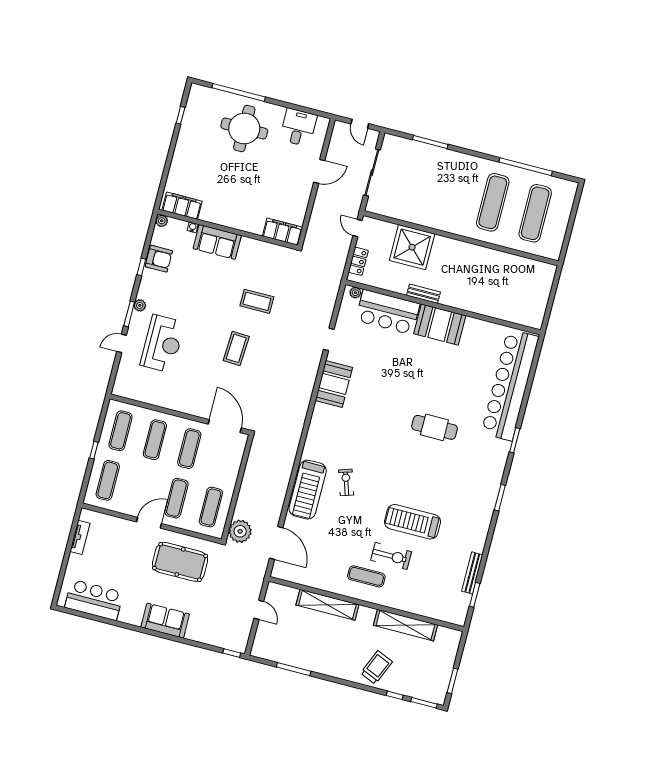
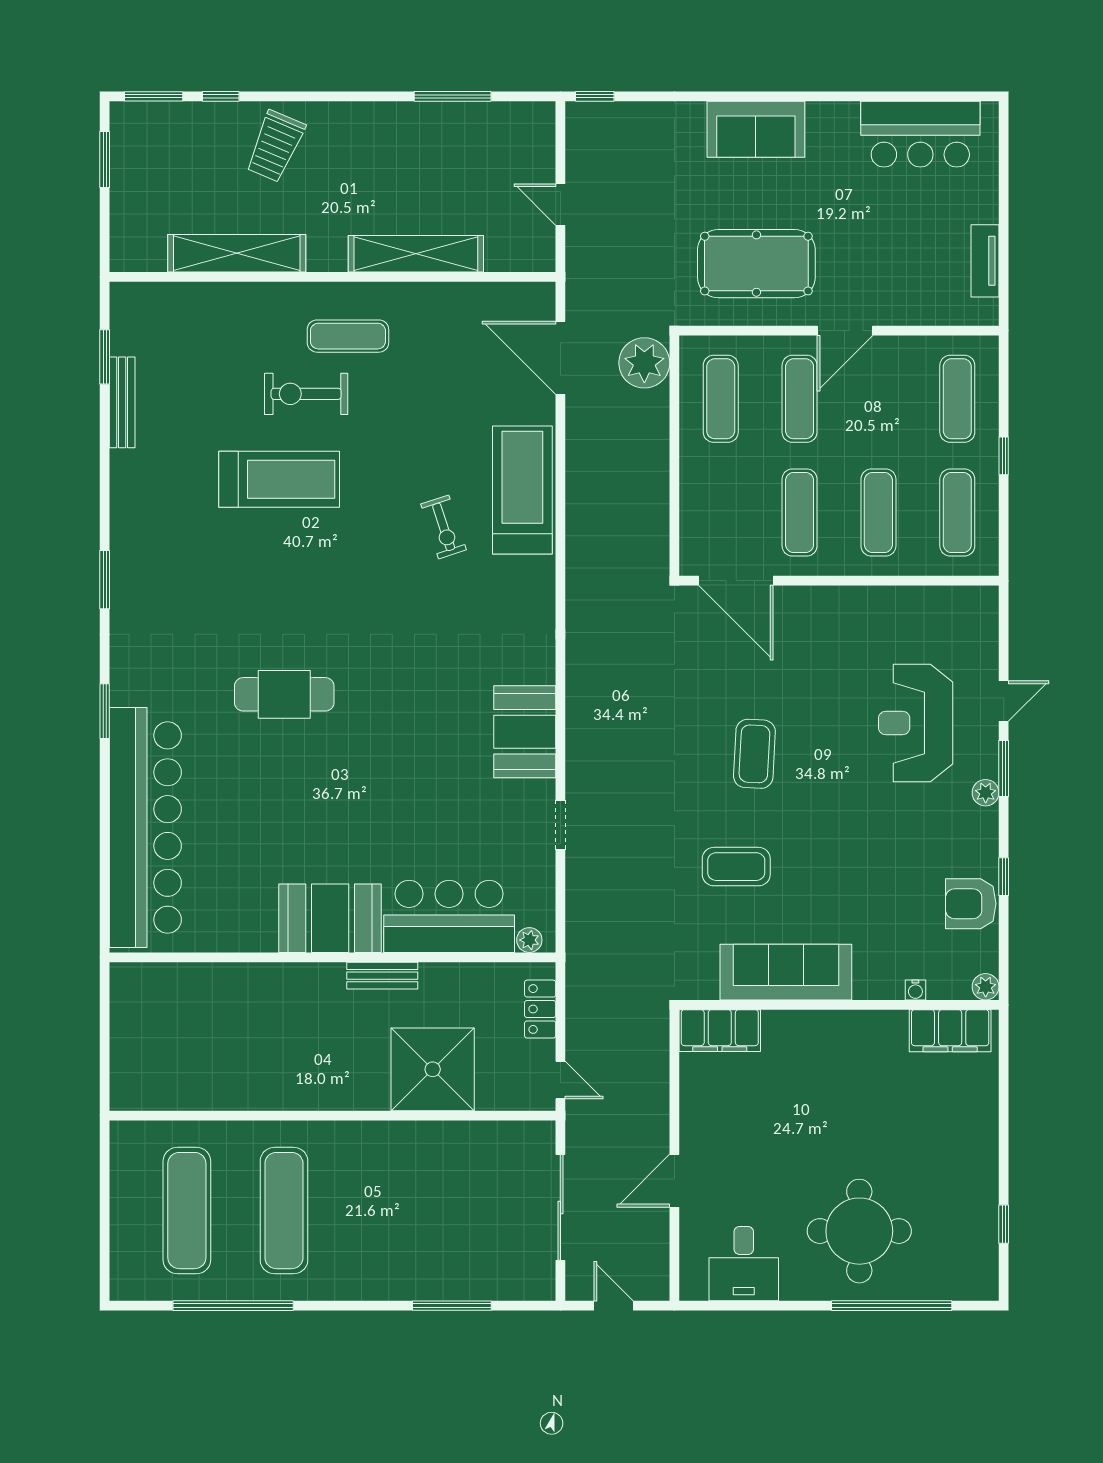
sofa: (217, 242) -> (786, 972), moved, width x1.36

